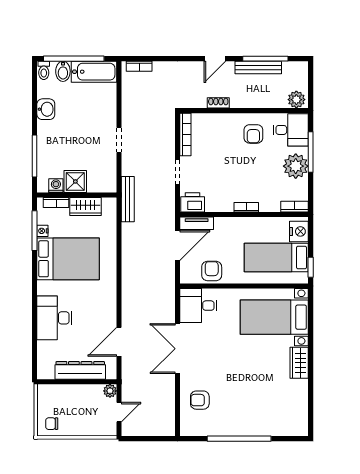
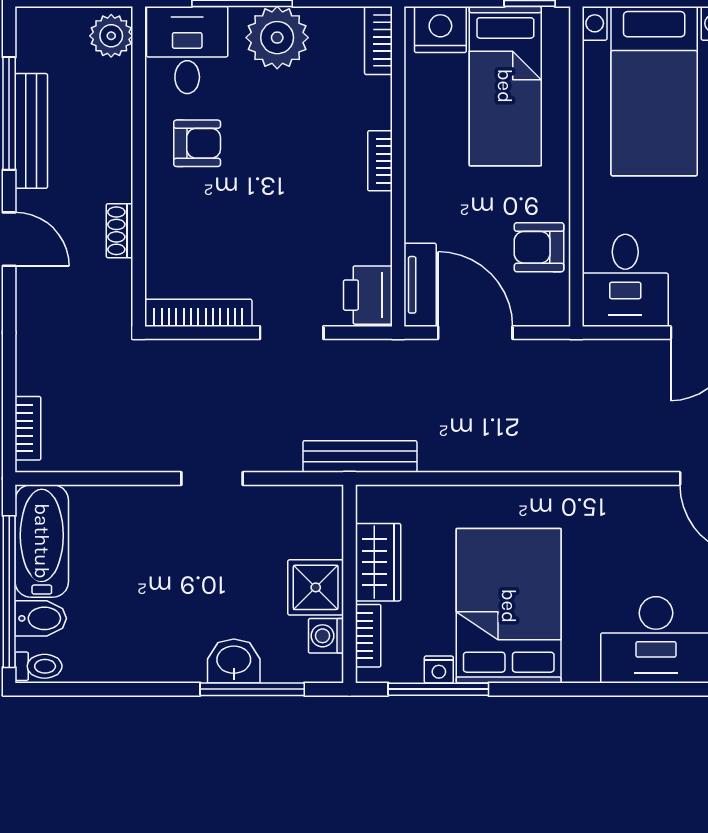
washbasin: (46, 109) -> (234, 661), moved

